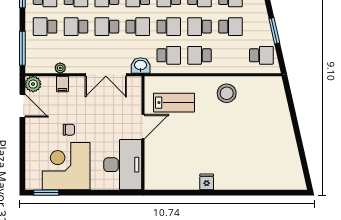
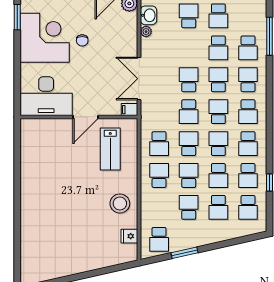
school desk: (76, 27) -> (189, 48), removed
school desk: (169, 27) -> (189, 144), turned 180
school desk: (230, 27) -> (189, 207), turned 180
washbasin: (141, 66) -> (149, 15), moved
filing cabinet: (62, 84) -> (130, 110), moved
door: (143, 127) -> (85, 117), hinge flipped
fridge: (207, 182) -> (129, 236), moved, turned 180

